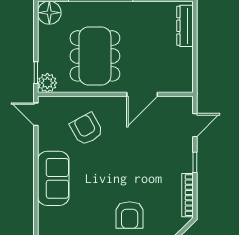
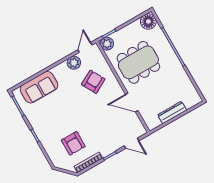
dresser: (185, 26) -> (172, 112), moved
plant: (47, 140) -> (74, 63), added
sofa: (53, 178) -> (39, 87), moved
armchair: (130, 215) -> (73, 143), moved, turned -90

